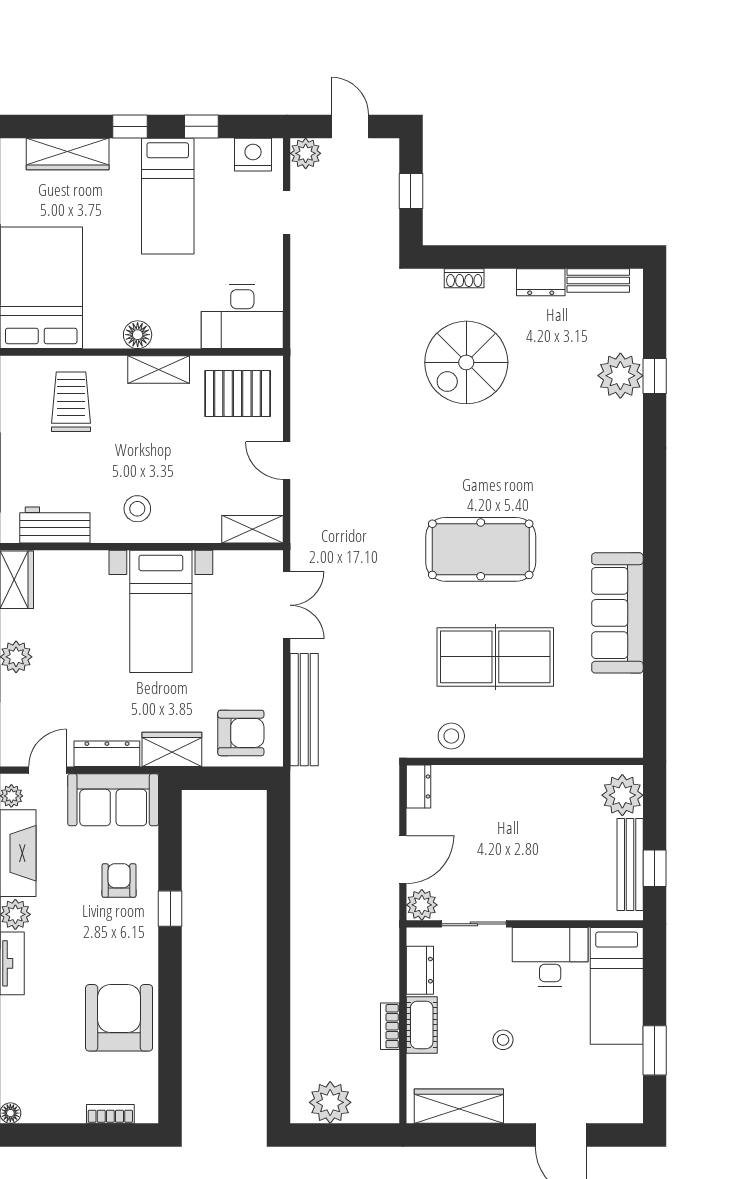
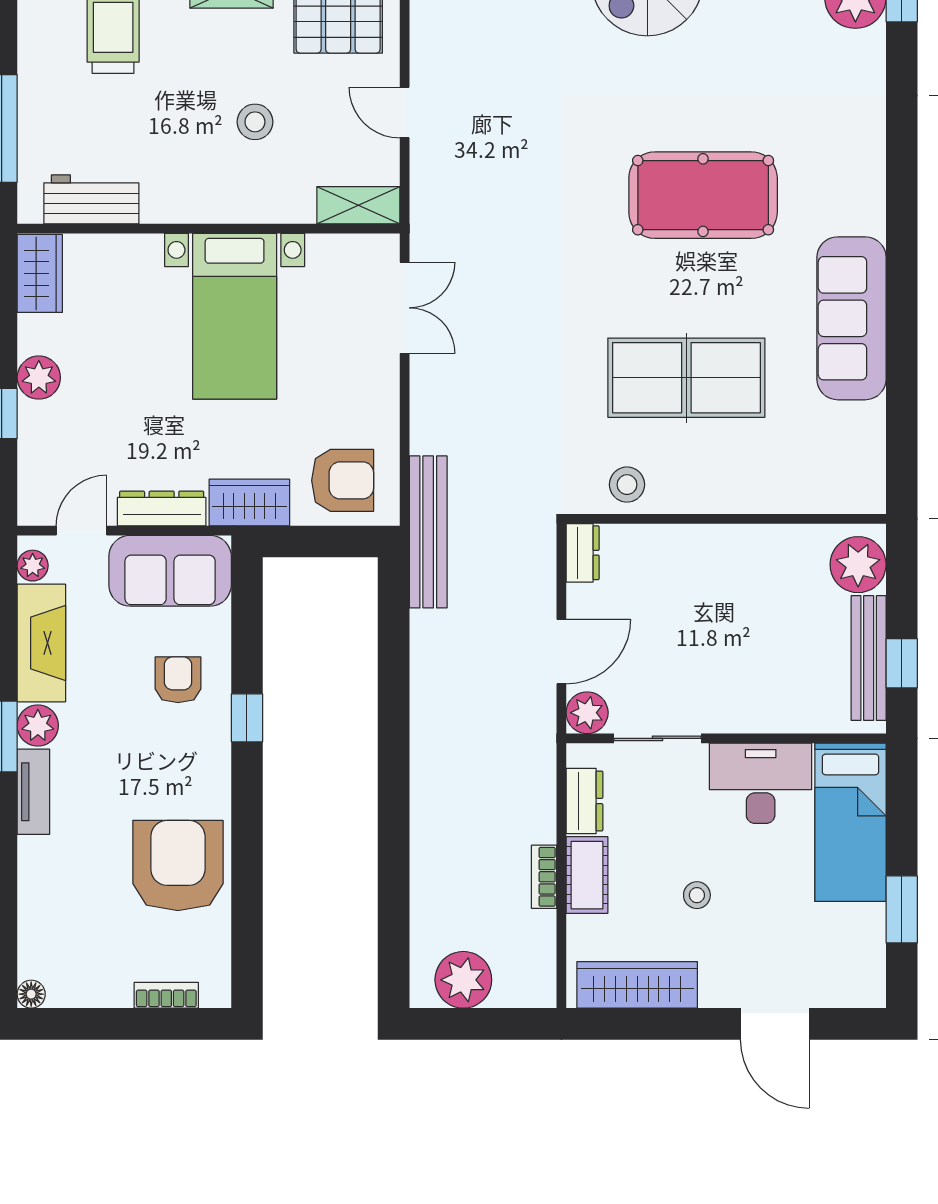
stool: (137, 509) -> (255, 122), moved
pool table: (481, 549) -> (703, 195), moved
bench: (304, 710) -> (428, 532), moved

